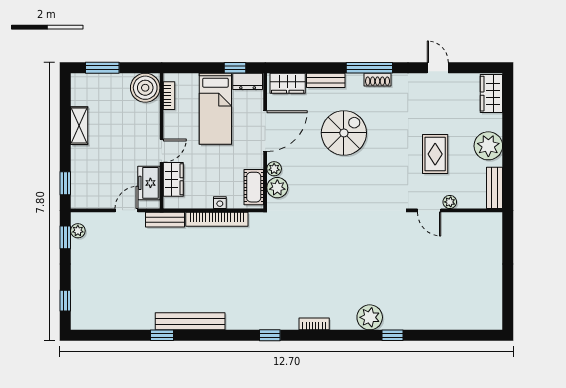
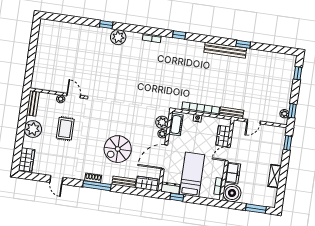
freezer: (149, 183) -> (233, 173), moved

